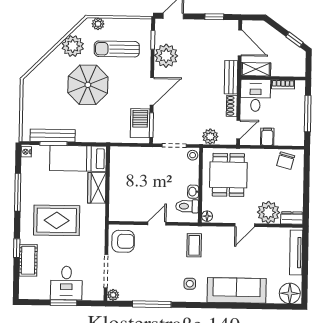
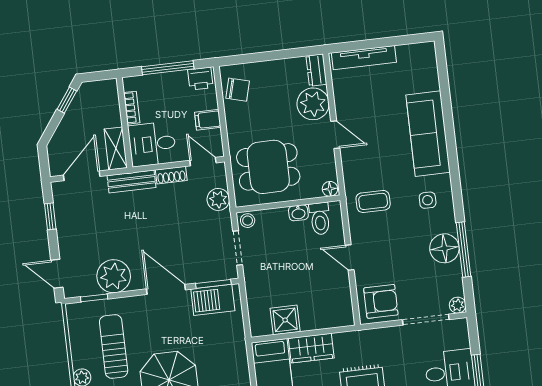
sun lounger: (117, 49) -> (114, 346), turned 180
printer: (297, 135) -> (200, 79), added
shower: (119, 172) -> (285, 320), added
armchair: (123, 241) -> (381, 301), turned 90
floor lamp: (290, 293) -> (444, 248), moved

